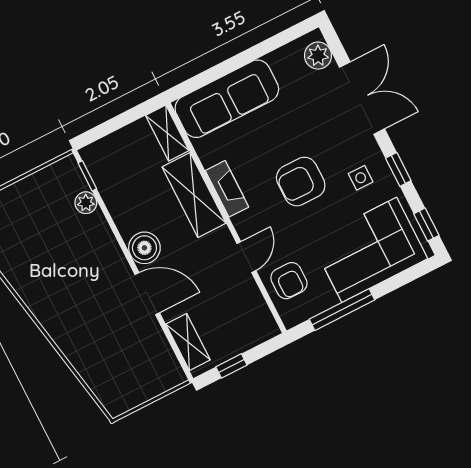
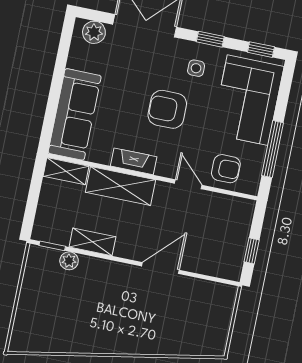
armchair: (301, 182) -> (167, 109), turned 90
boiler: (144, 248) -> (129, 246), removed
shelving: (188, 342) -> (92, 242), moved

